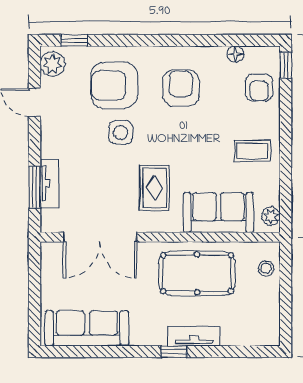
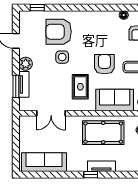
plant: (52, 64) -> (26, 64), moved
armchair: (181, 88) -> (104, 64), moved
double door: (100, 237) -> (51, 113), width x0.73

